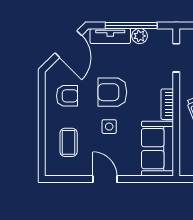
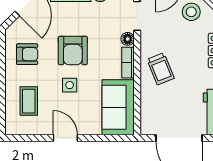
floor lamp: (167, 81) -> (128, 39), added
armchair: (112, 92) -> (73, 51), turned -90

